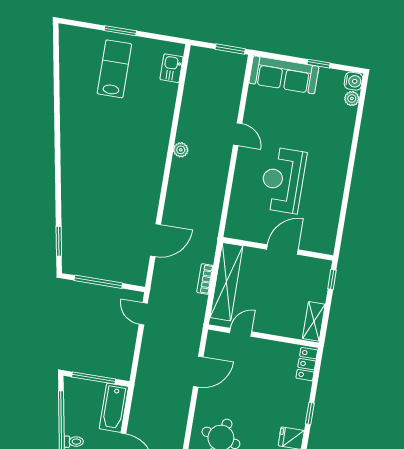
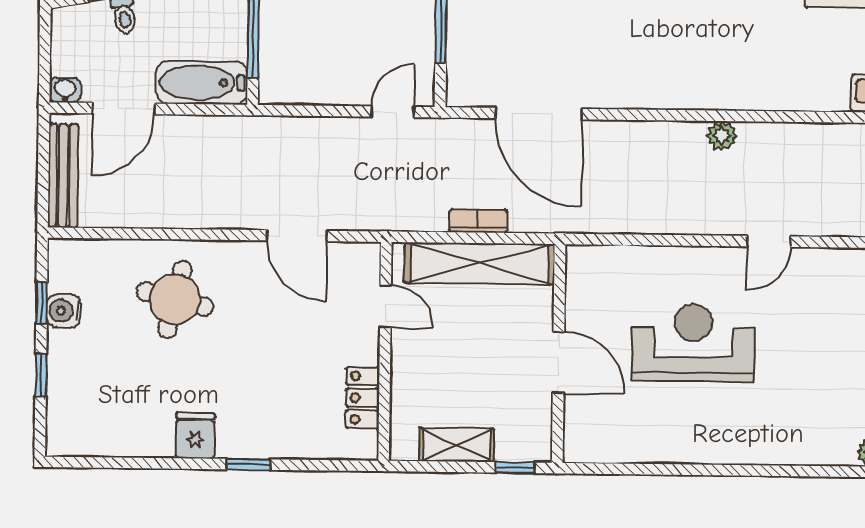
door: (156, 240) -> (539, 114), width x1.36
shelving: (314, 321) -> (457, 445), moved
locker: (307, 364) -> (363, 398), moved, turned -90

